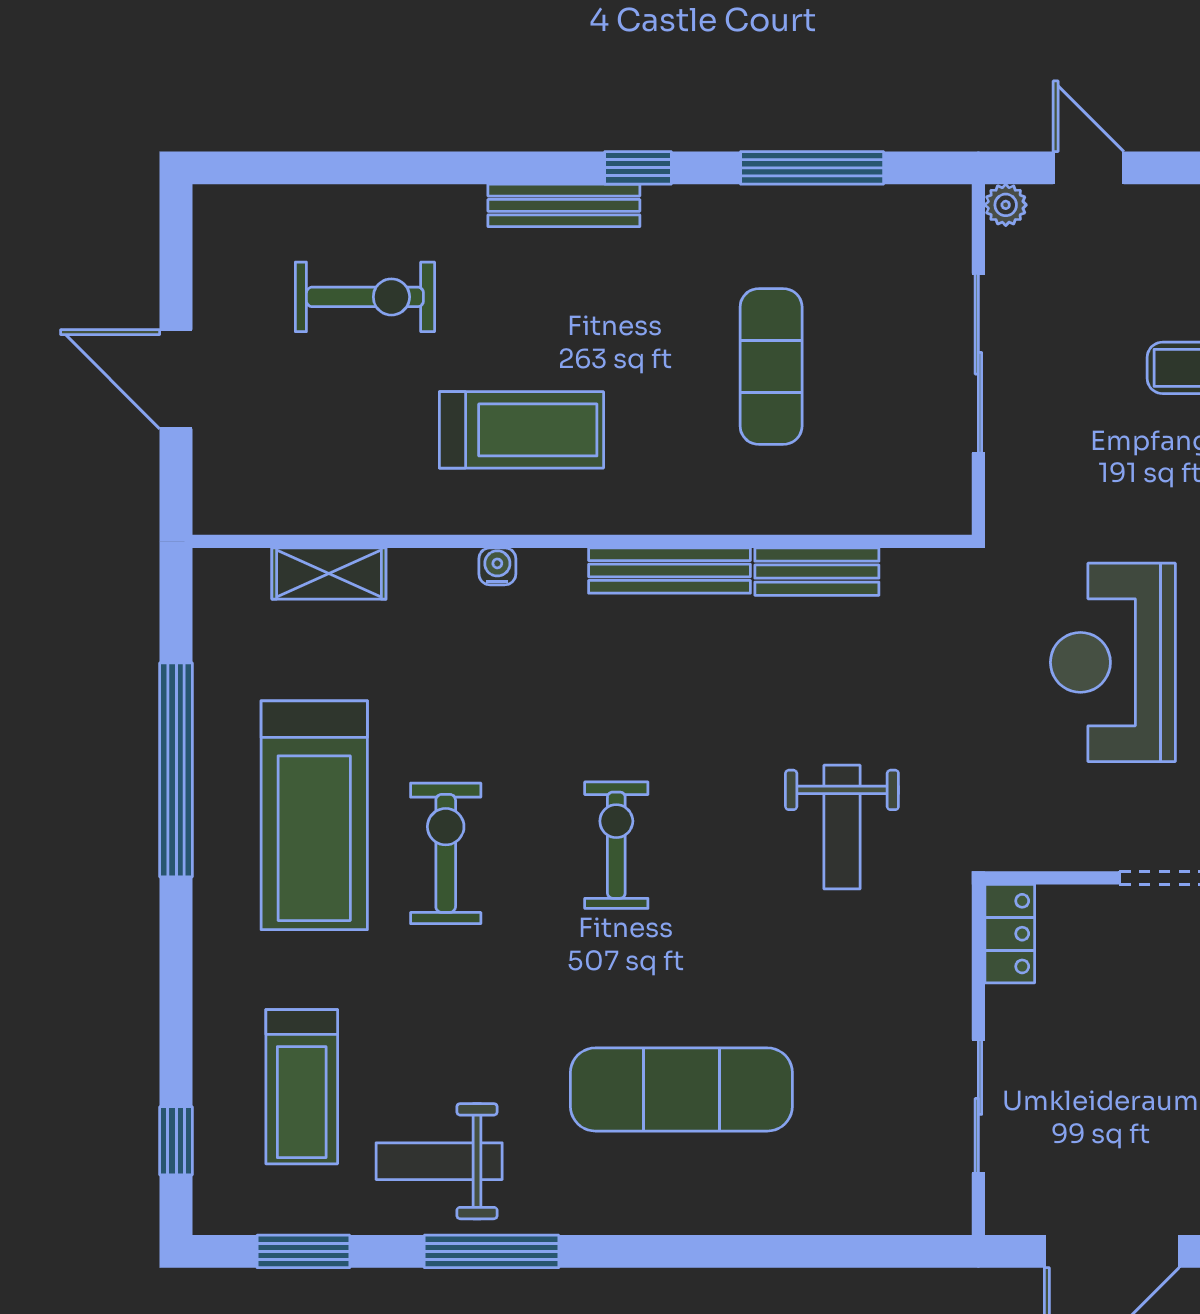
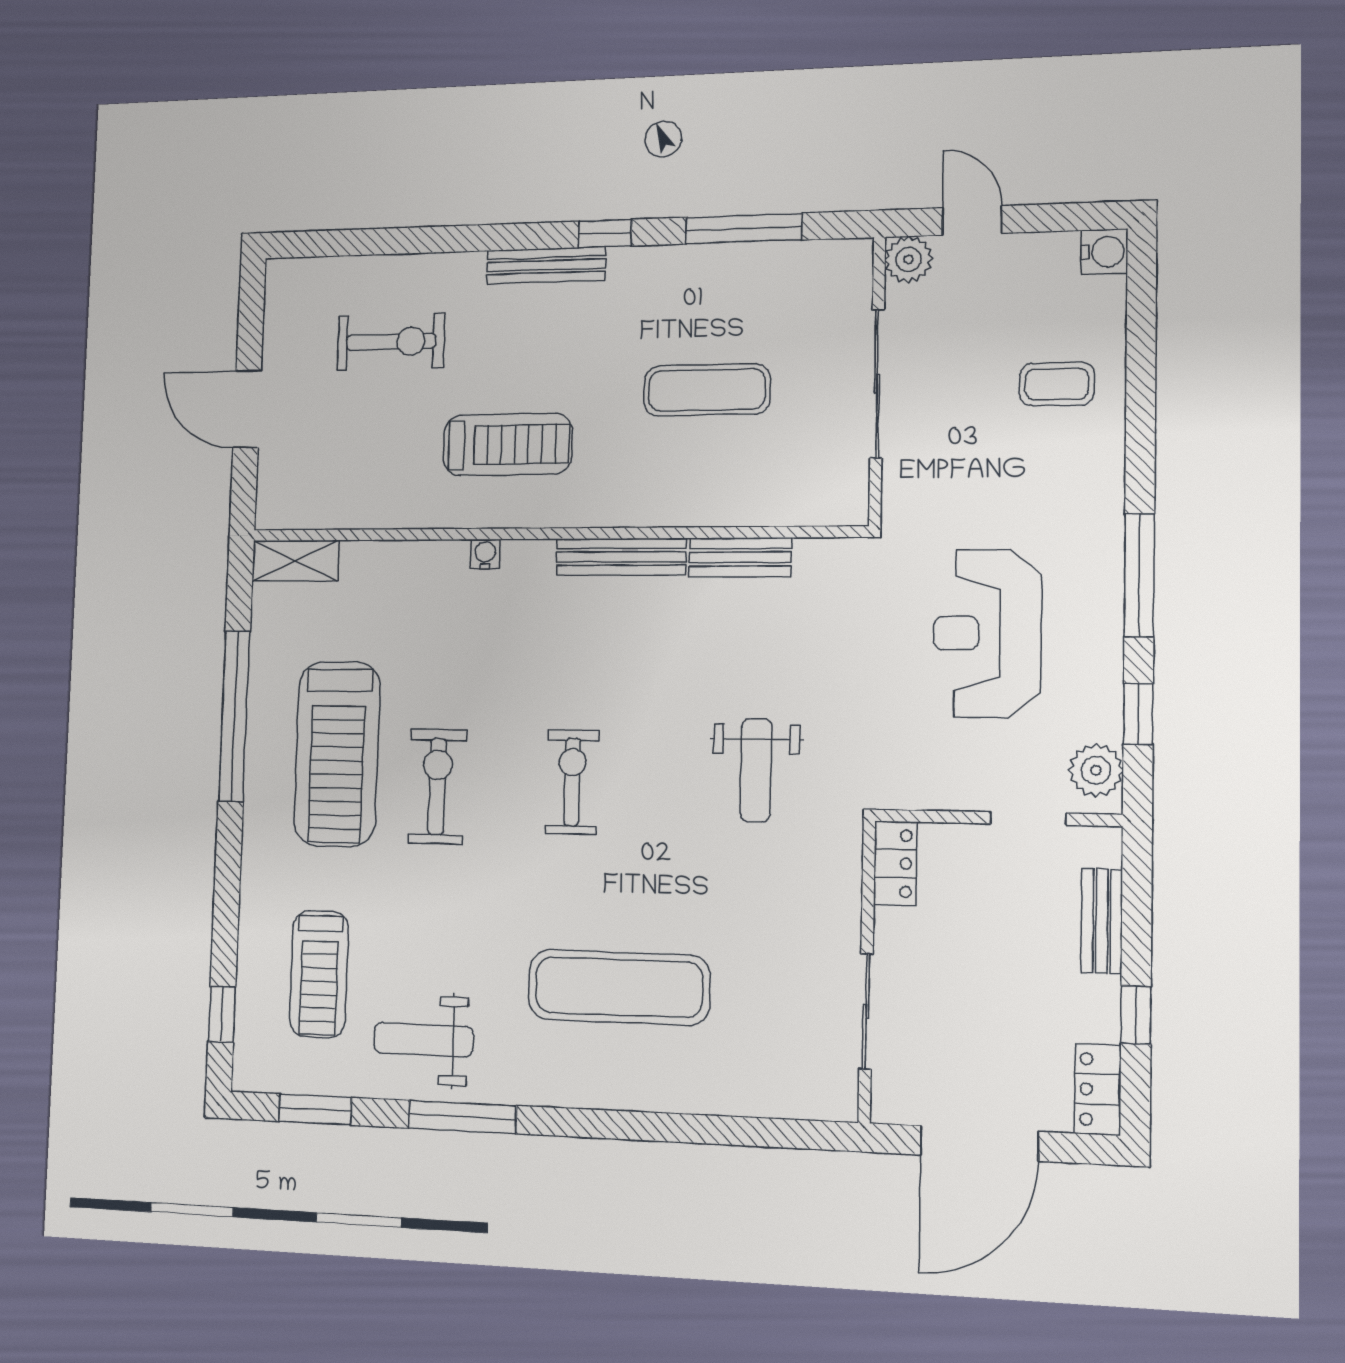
plant: (1006, 205) -> (908, 259), width x1.38, depth x1.38
exercise mat: (771, 366) -> (707, 390), turned 90
shelving: (329, 573) -> (295, 561), moved

